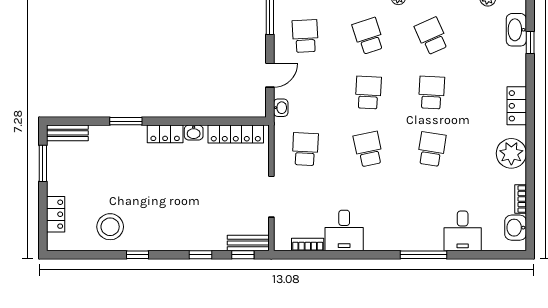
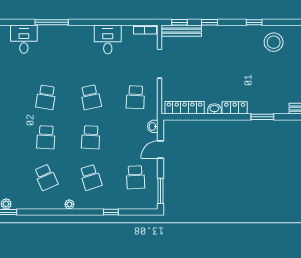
bench: (248, 243) -> (181, 31), width x1.36
bookcase: (308, 245) -> (145, 30), moved

